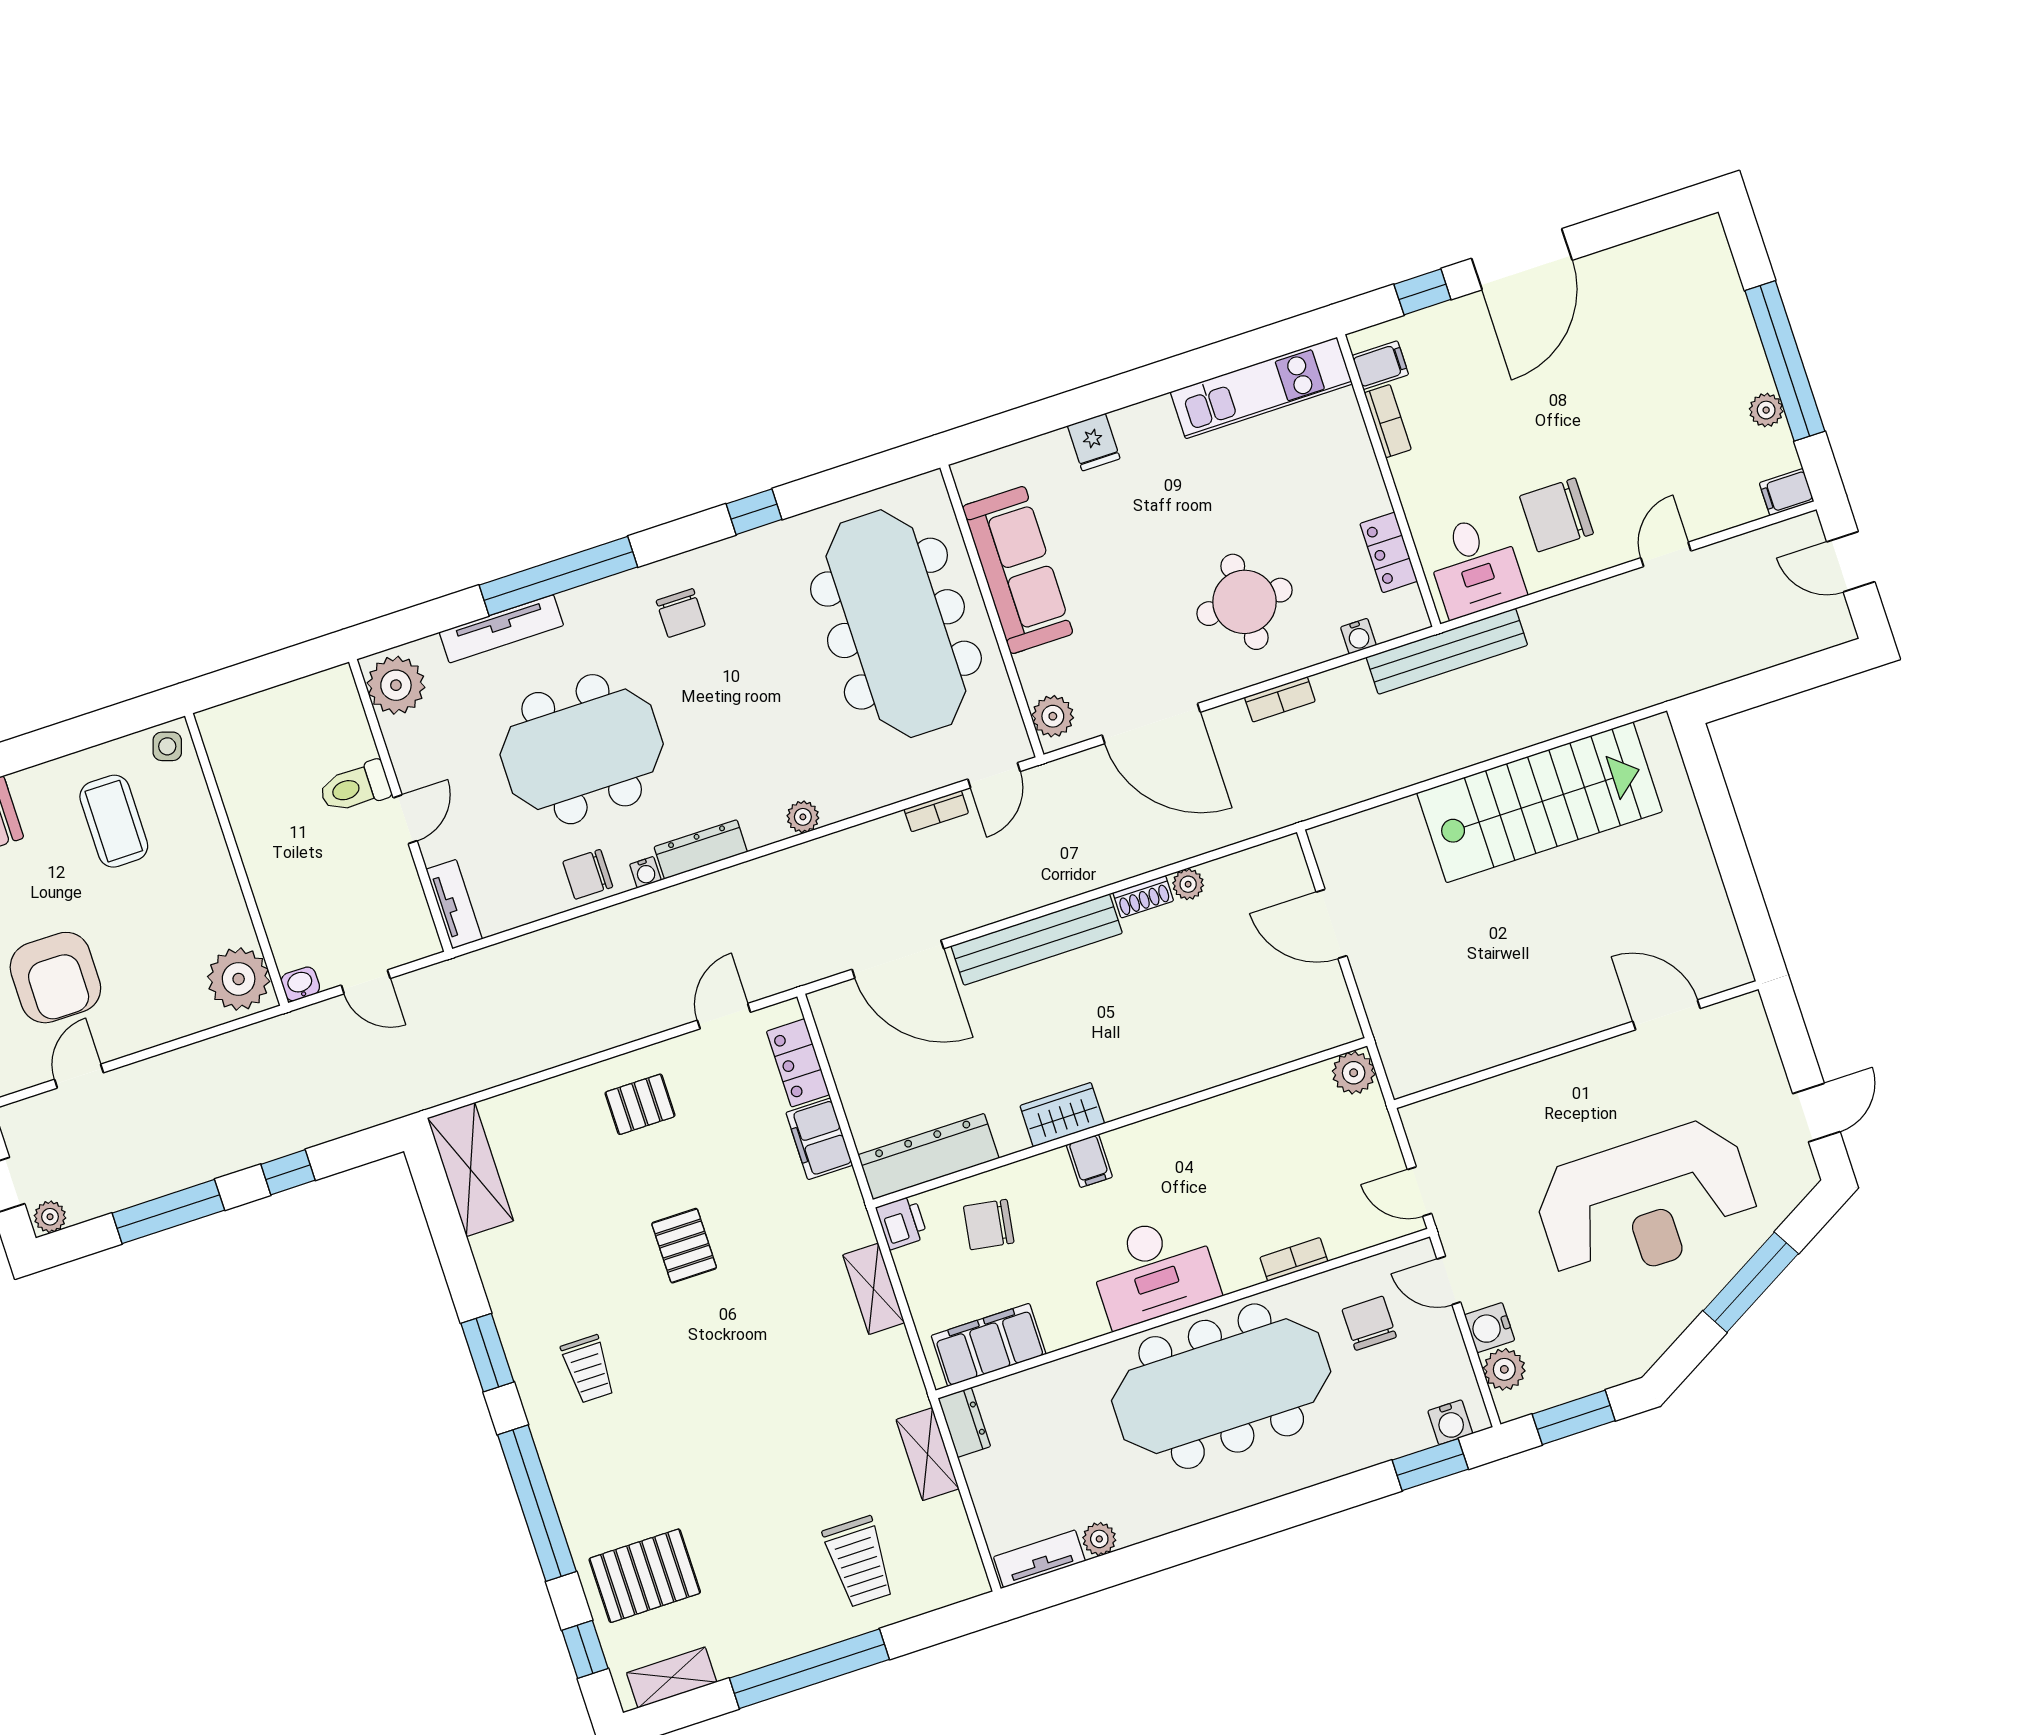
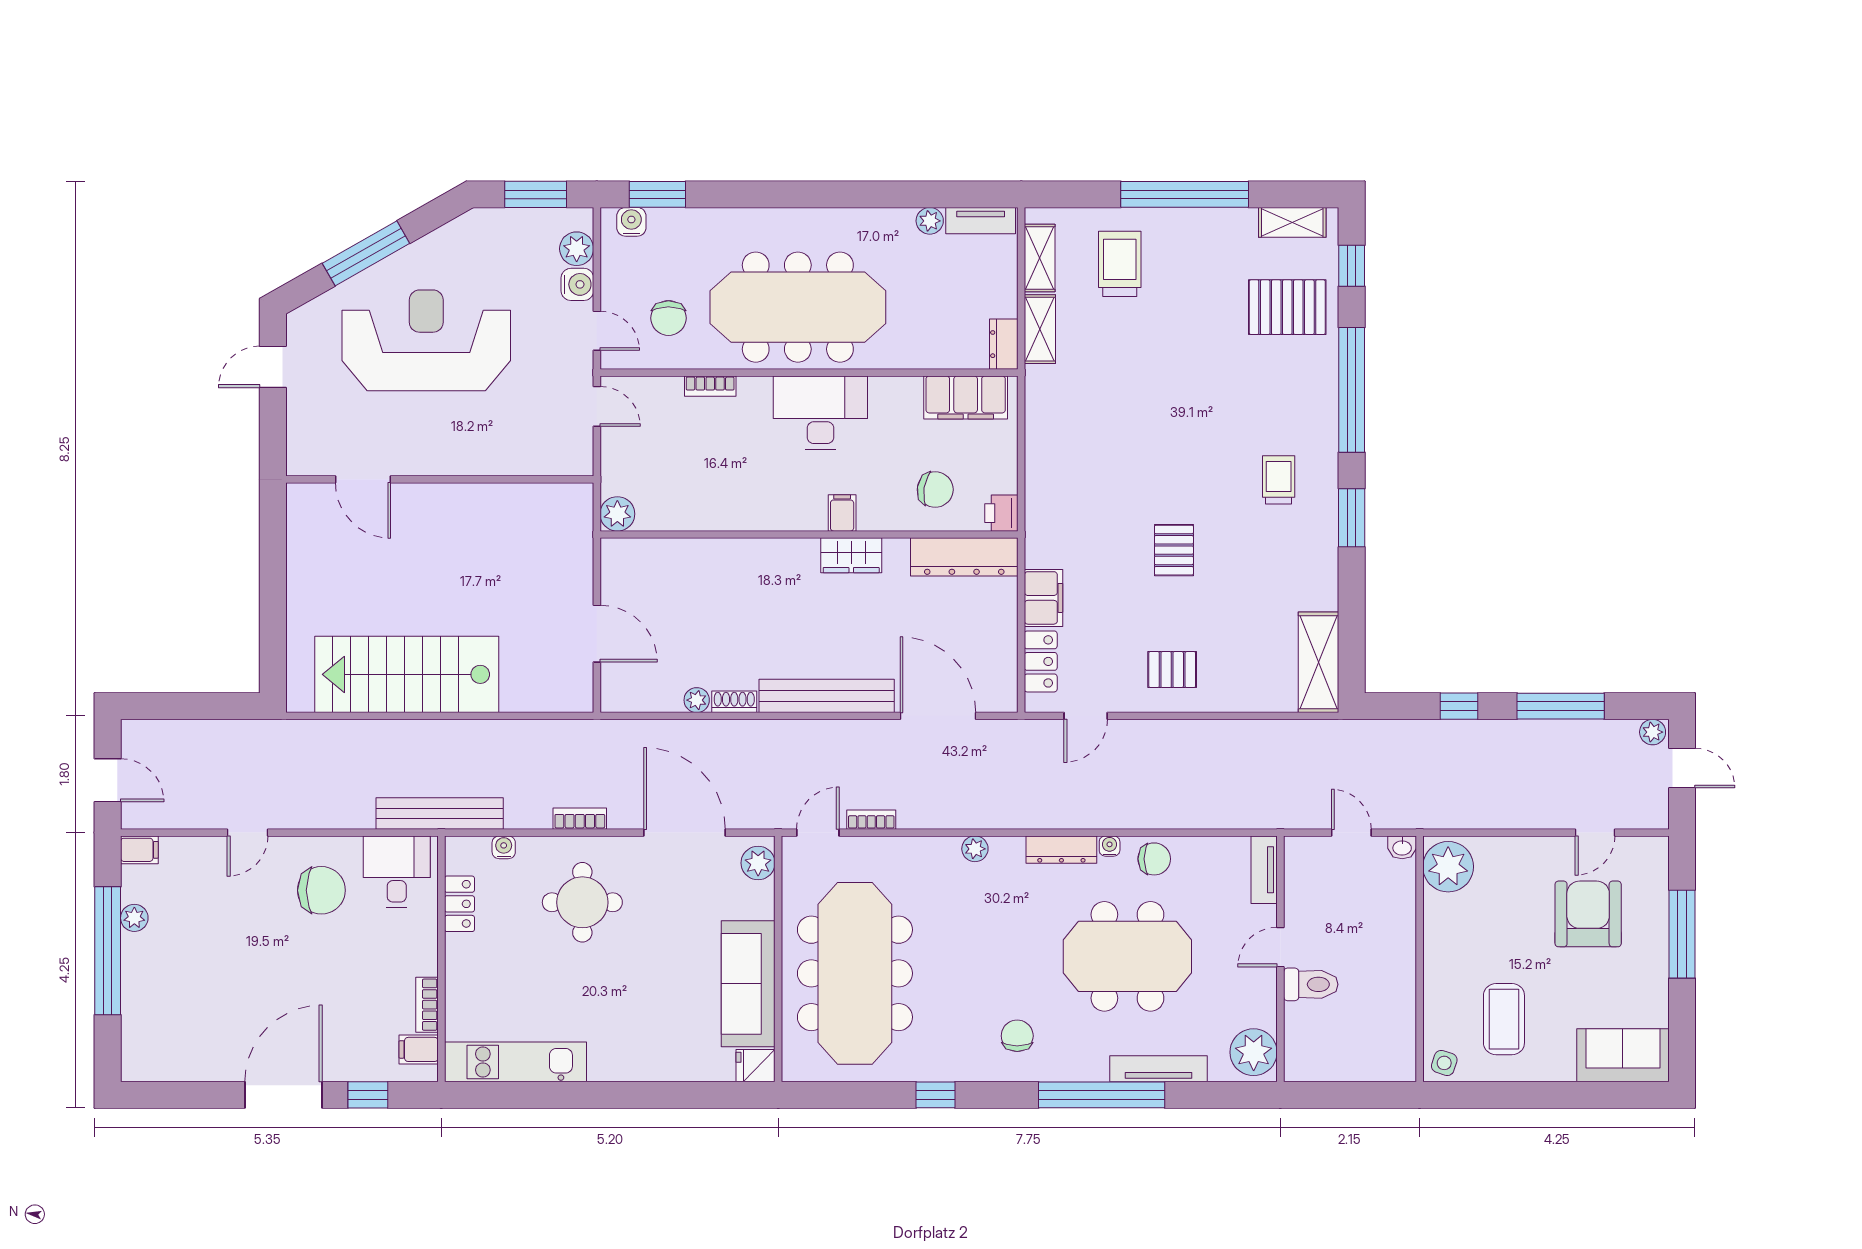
fridge: (1094, 442) -> (756, 1066), moved, turned -90
shelving: (874, 1289) -> (1040, 258), moved

